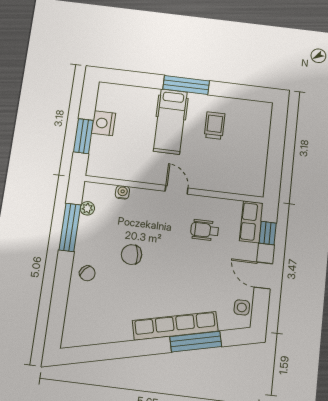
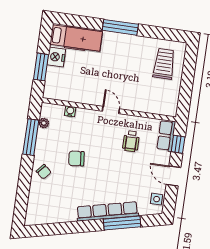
hospital bed: (170, 122) -> (76, 38), moved, turned -90
trolley: (215, 126) -> (164, 64), moved, width x1.36, depth x1.39
wheelchair: (205, 230) -> (131, 141), turned -90

